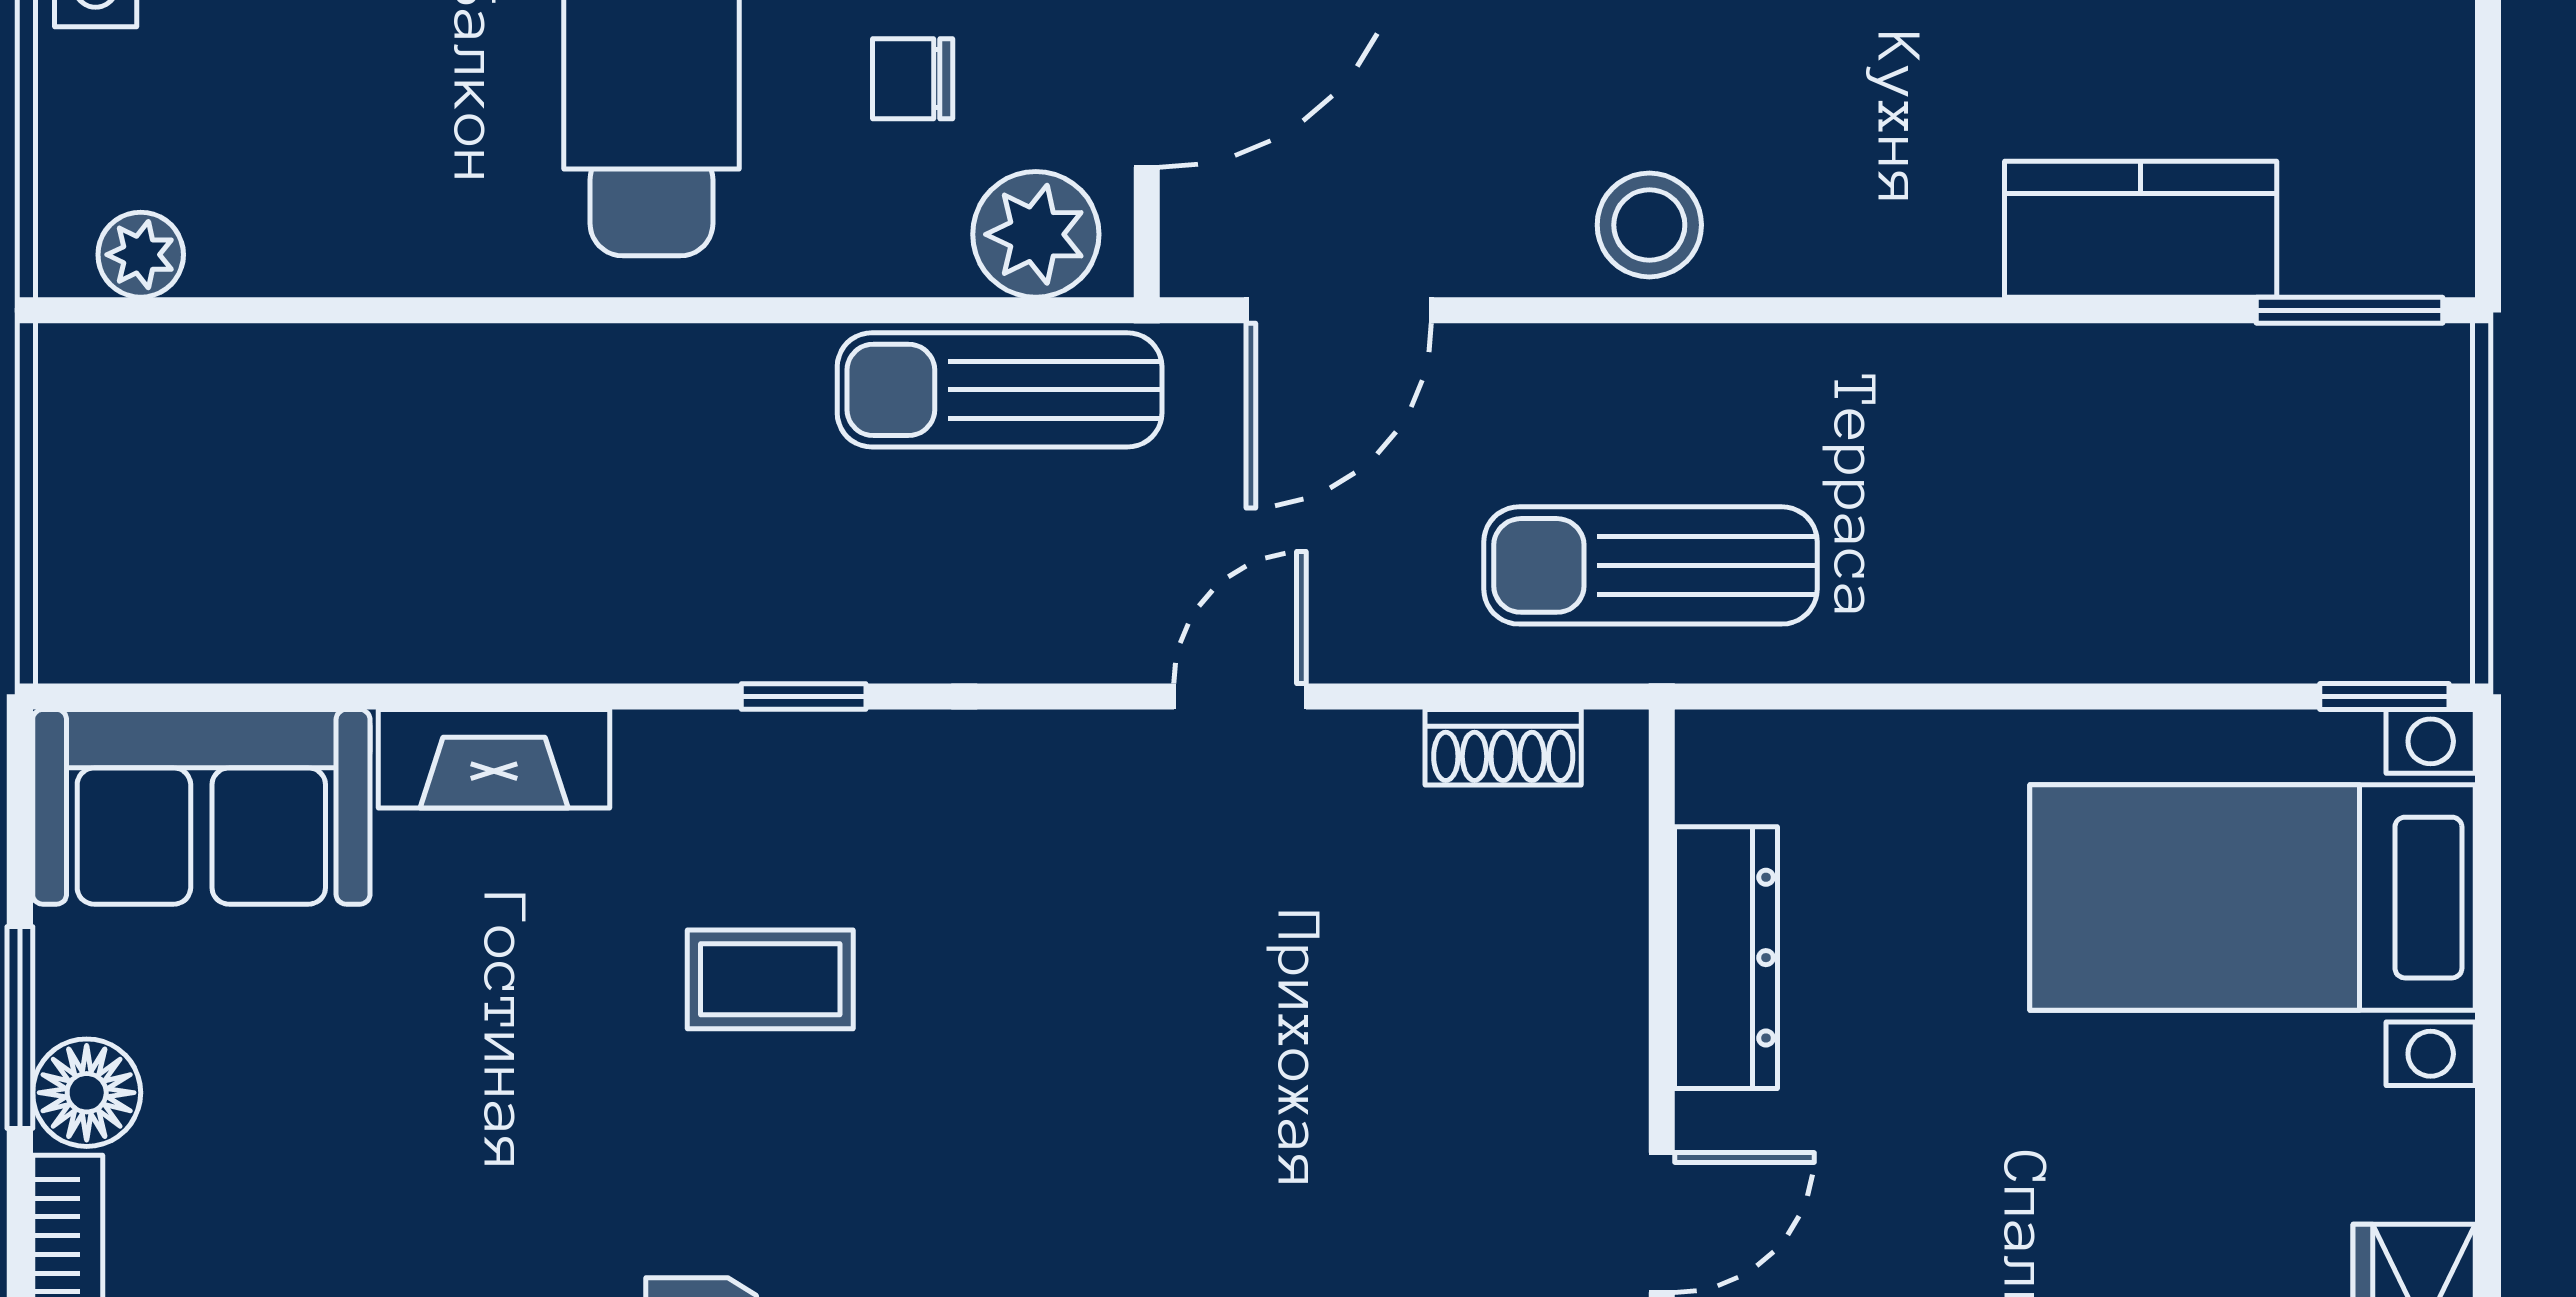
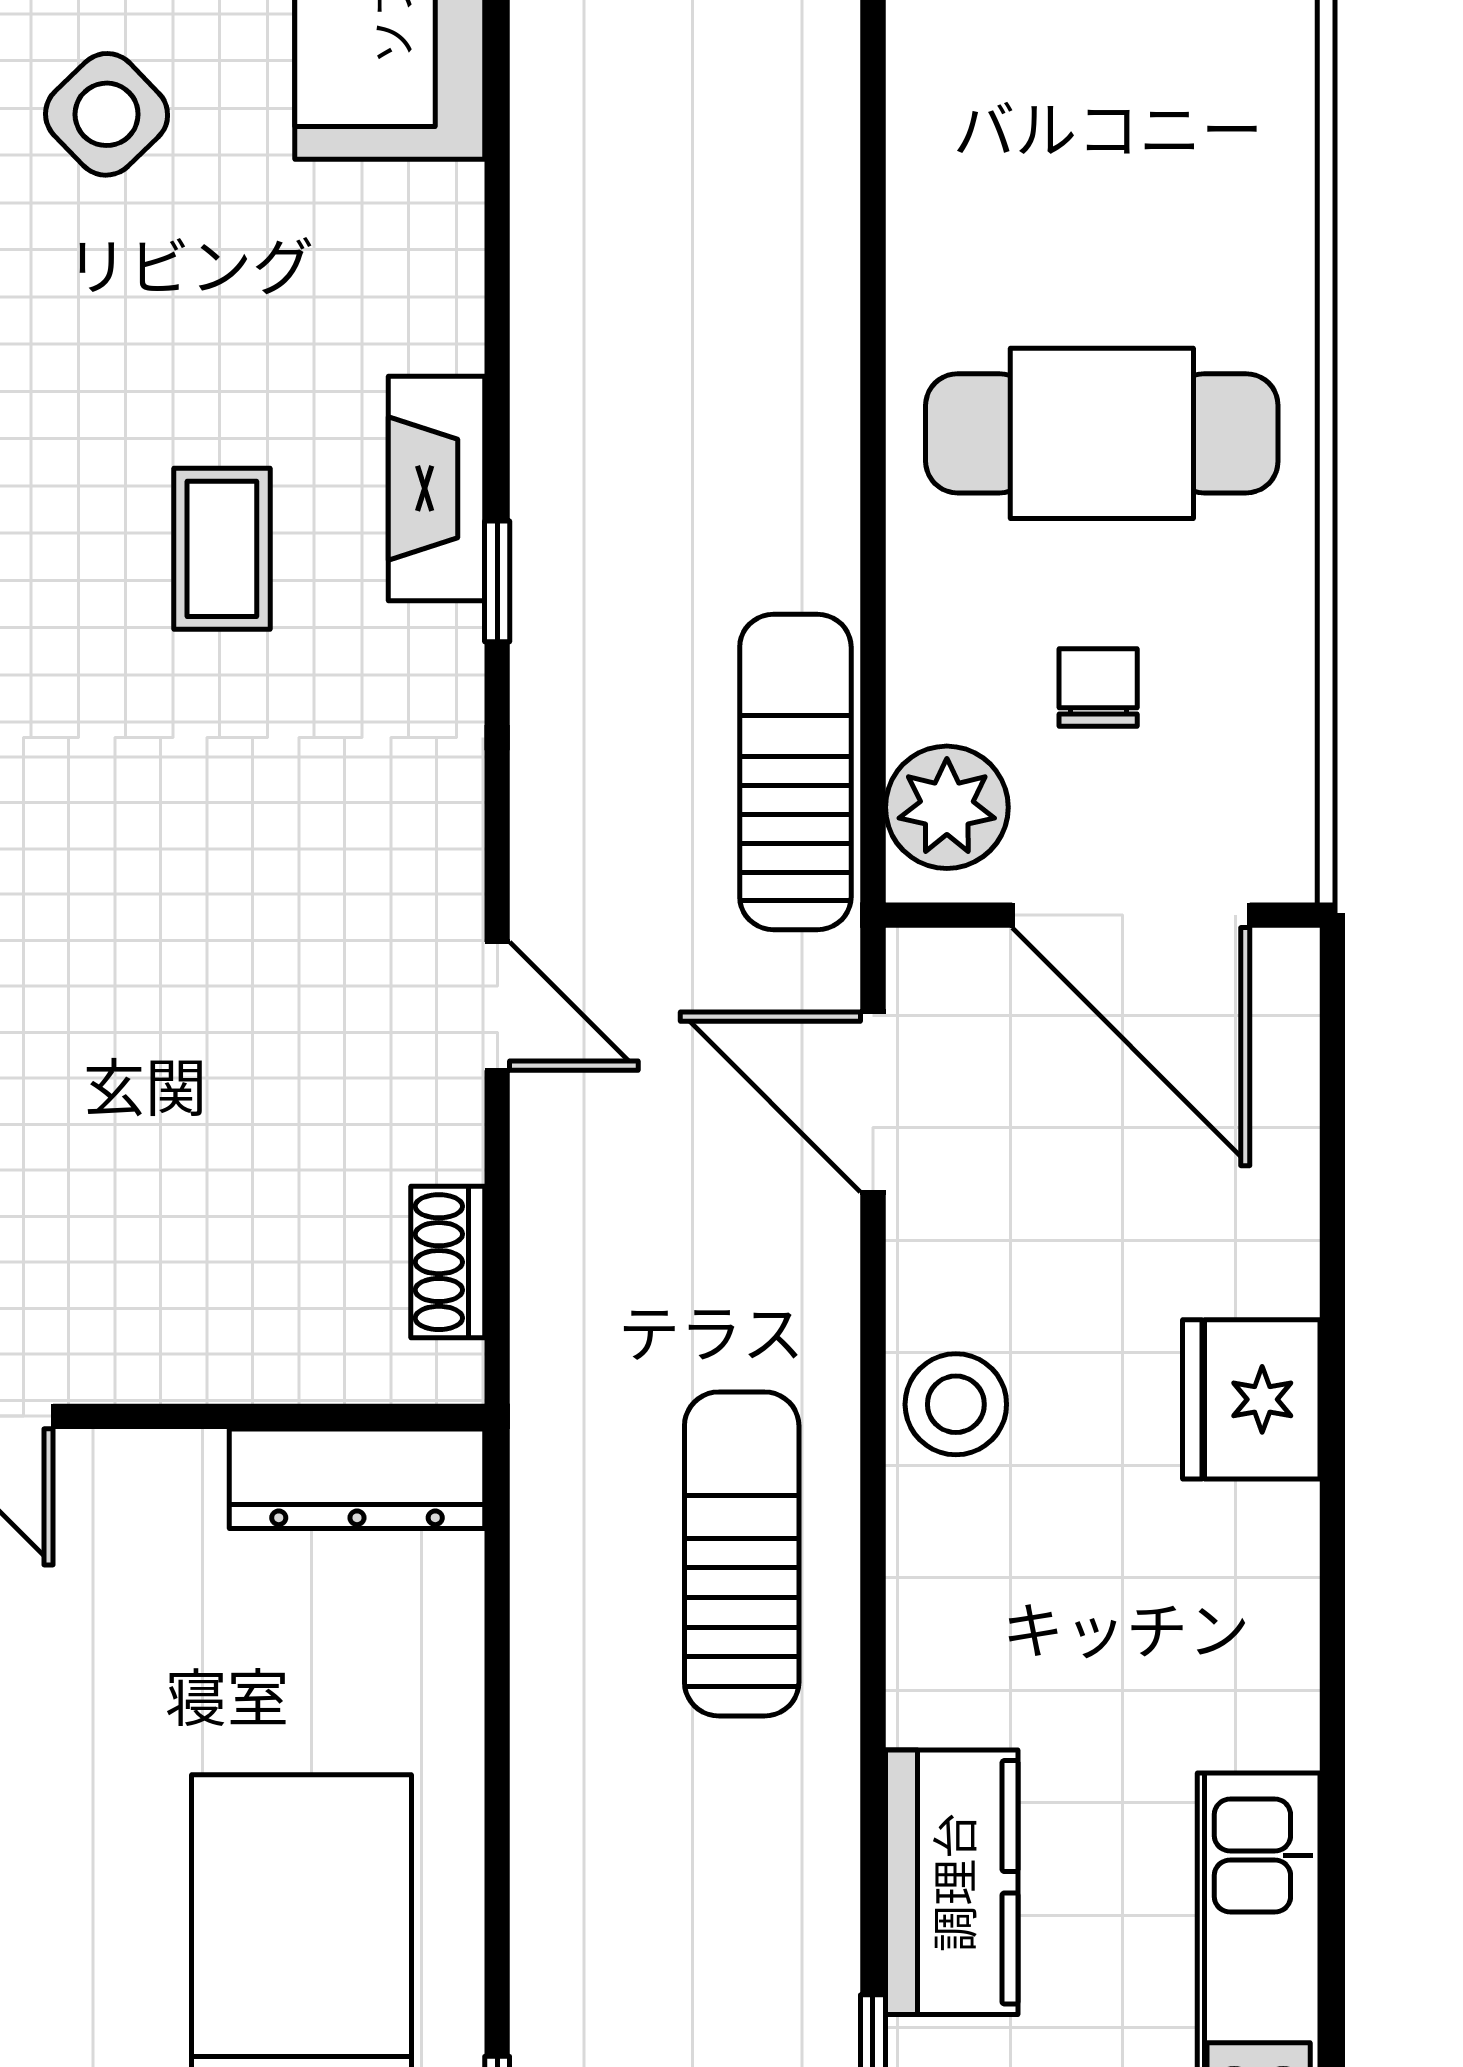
sun lounger: (1651, 565) -> (742, 1554), moved
fireplace: (494, 759) -> (436, 488), moved
dresser: (1726, 958) -> (357, 1479), moved
side table: (324, 1098) -> (107, 114), added

